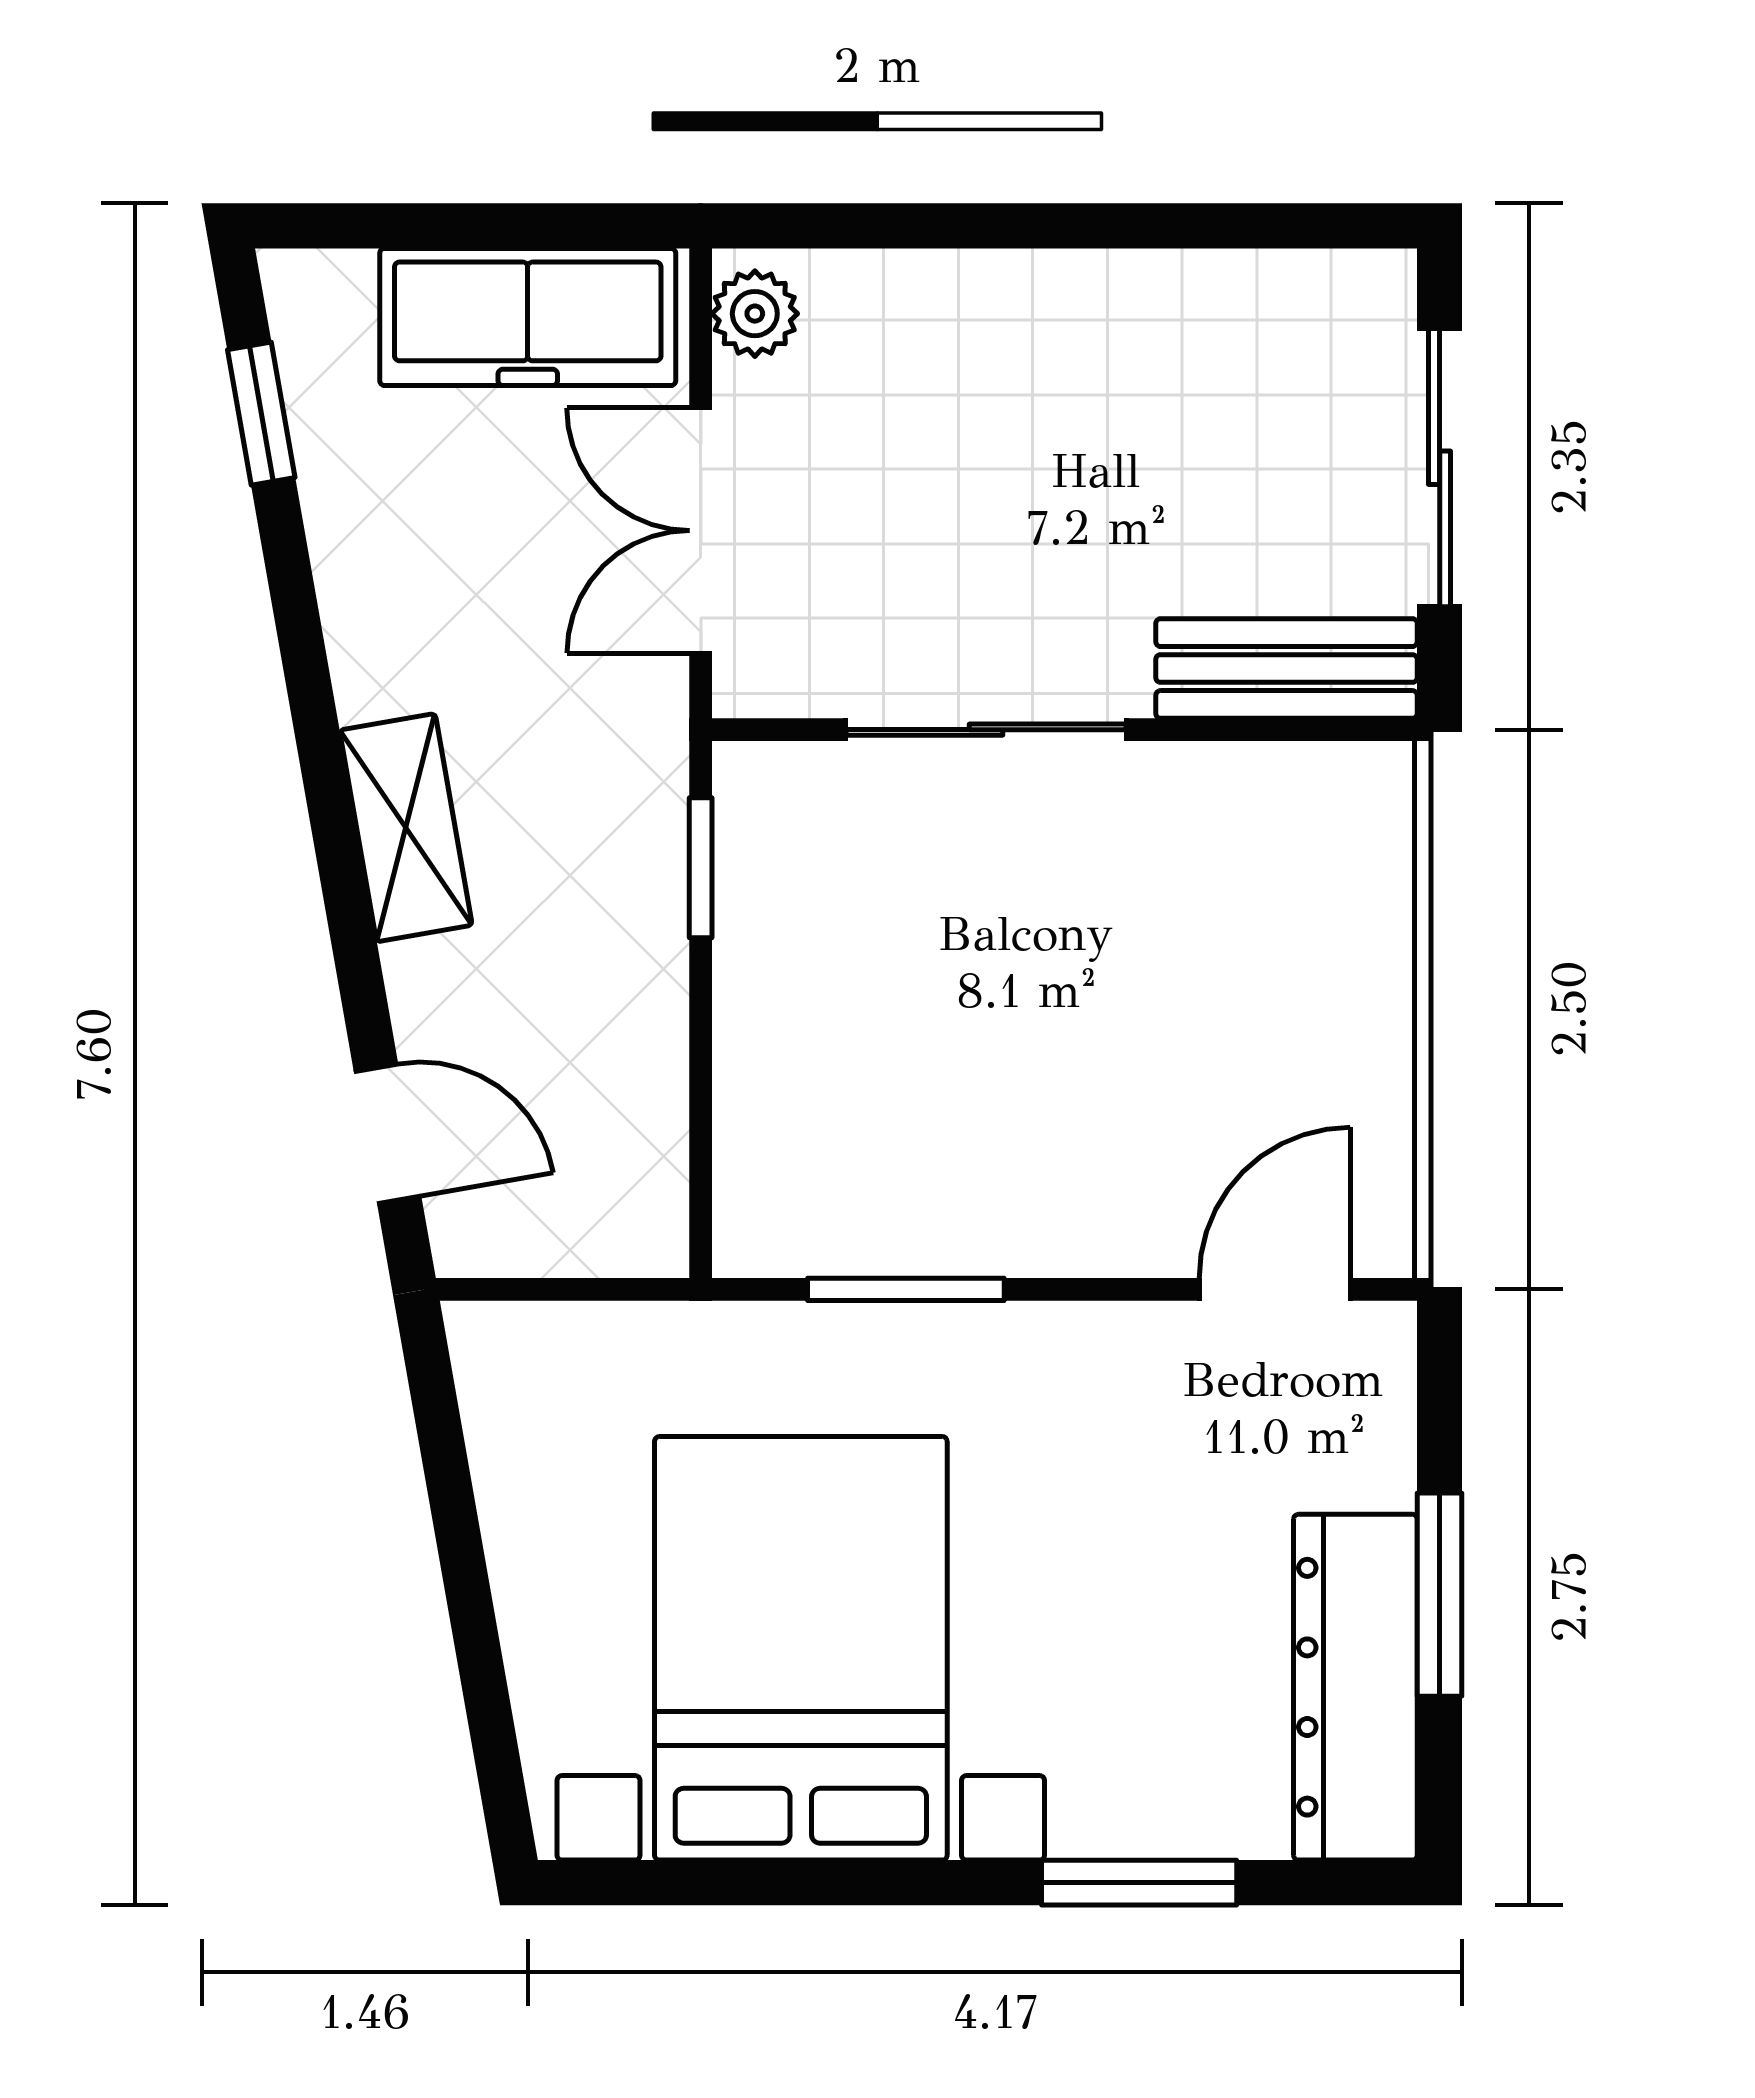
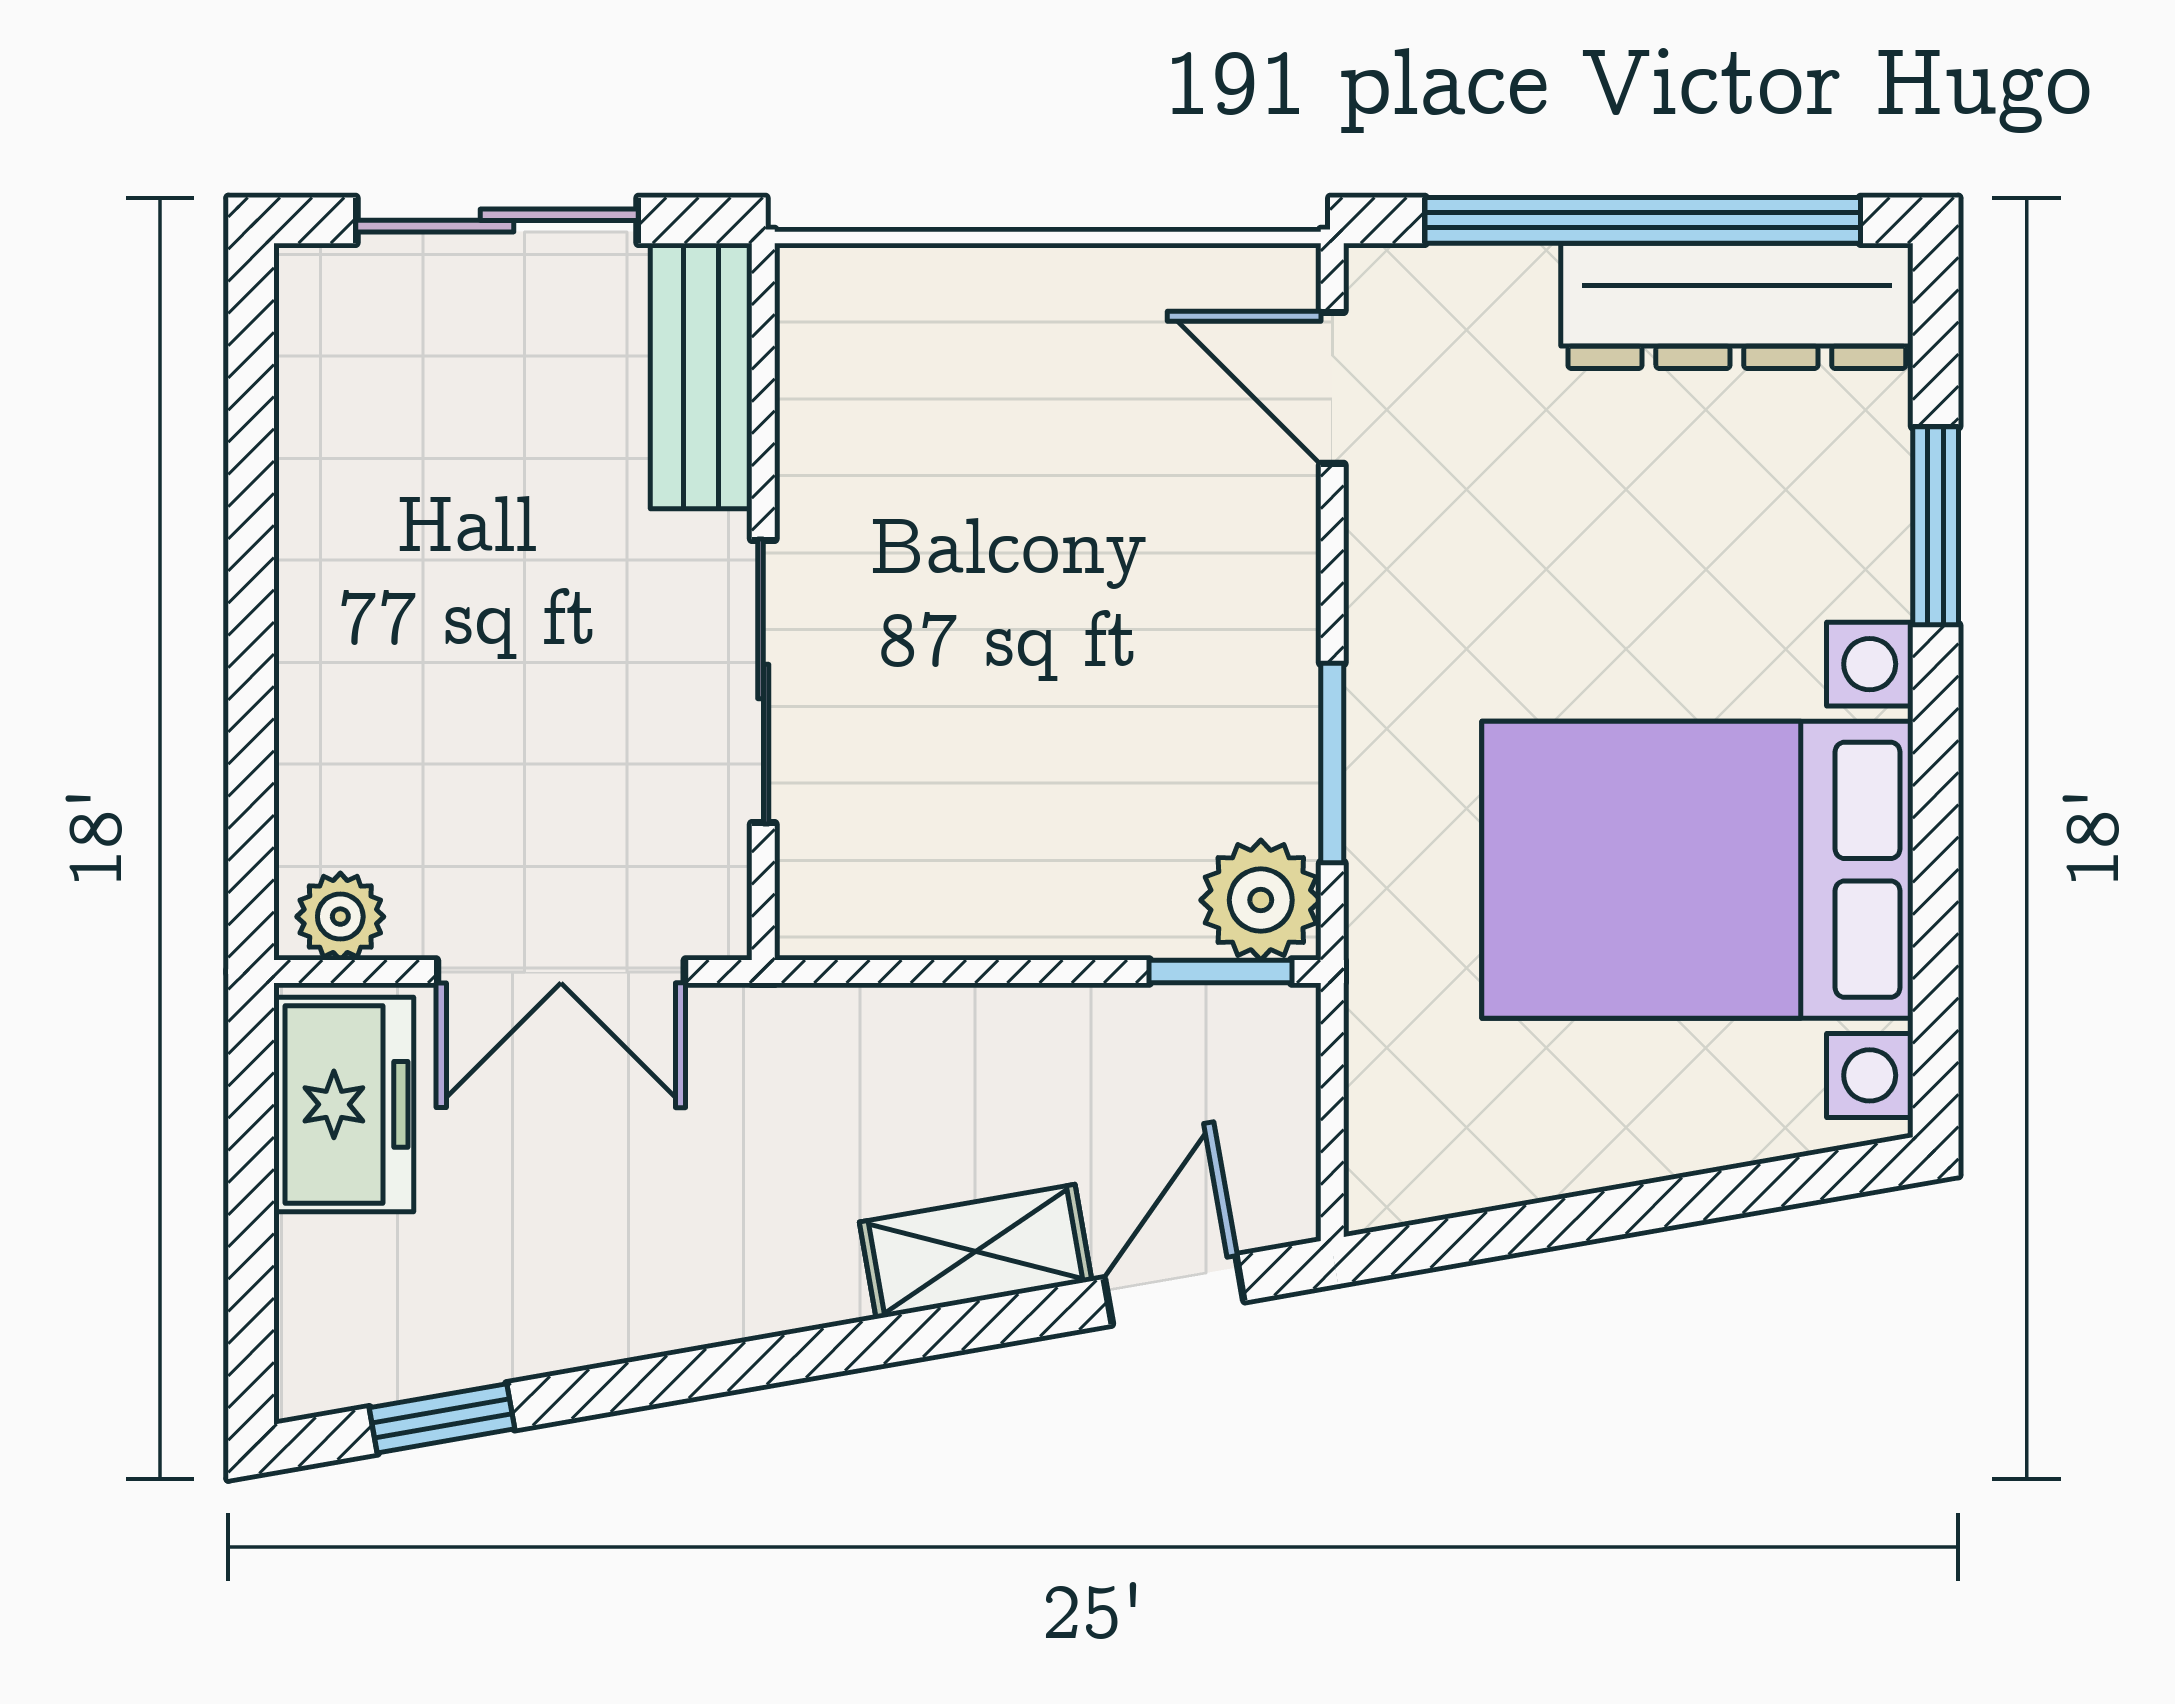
freezer: (528, 317) -> (344, 1104), width x0.71
shelving: (406, 828) -> (976, 1252), moved
window: (701, 868) -> (1221, 972), moved
plant: (771, 1219) -> (1261, 900), added
window: (1440, 1595) -> (1643, 220), width x2.11

